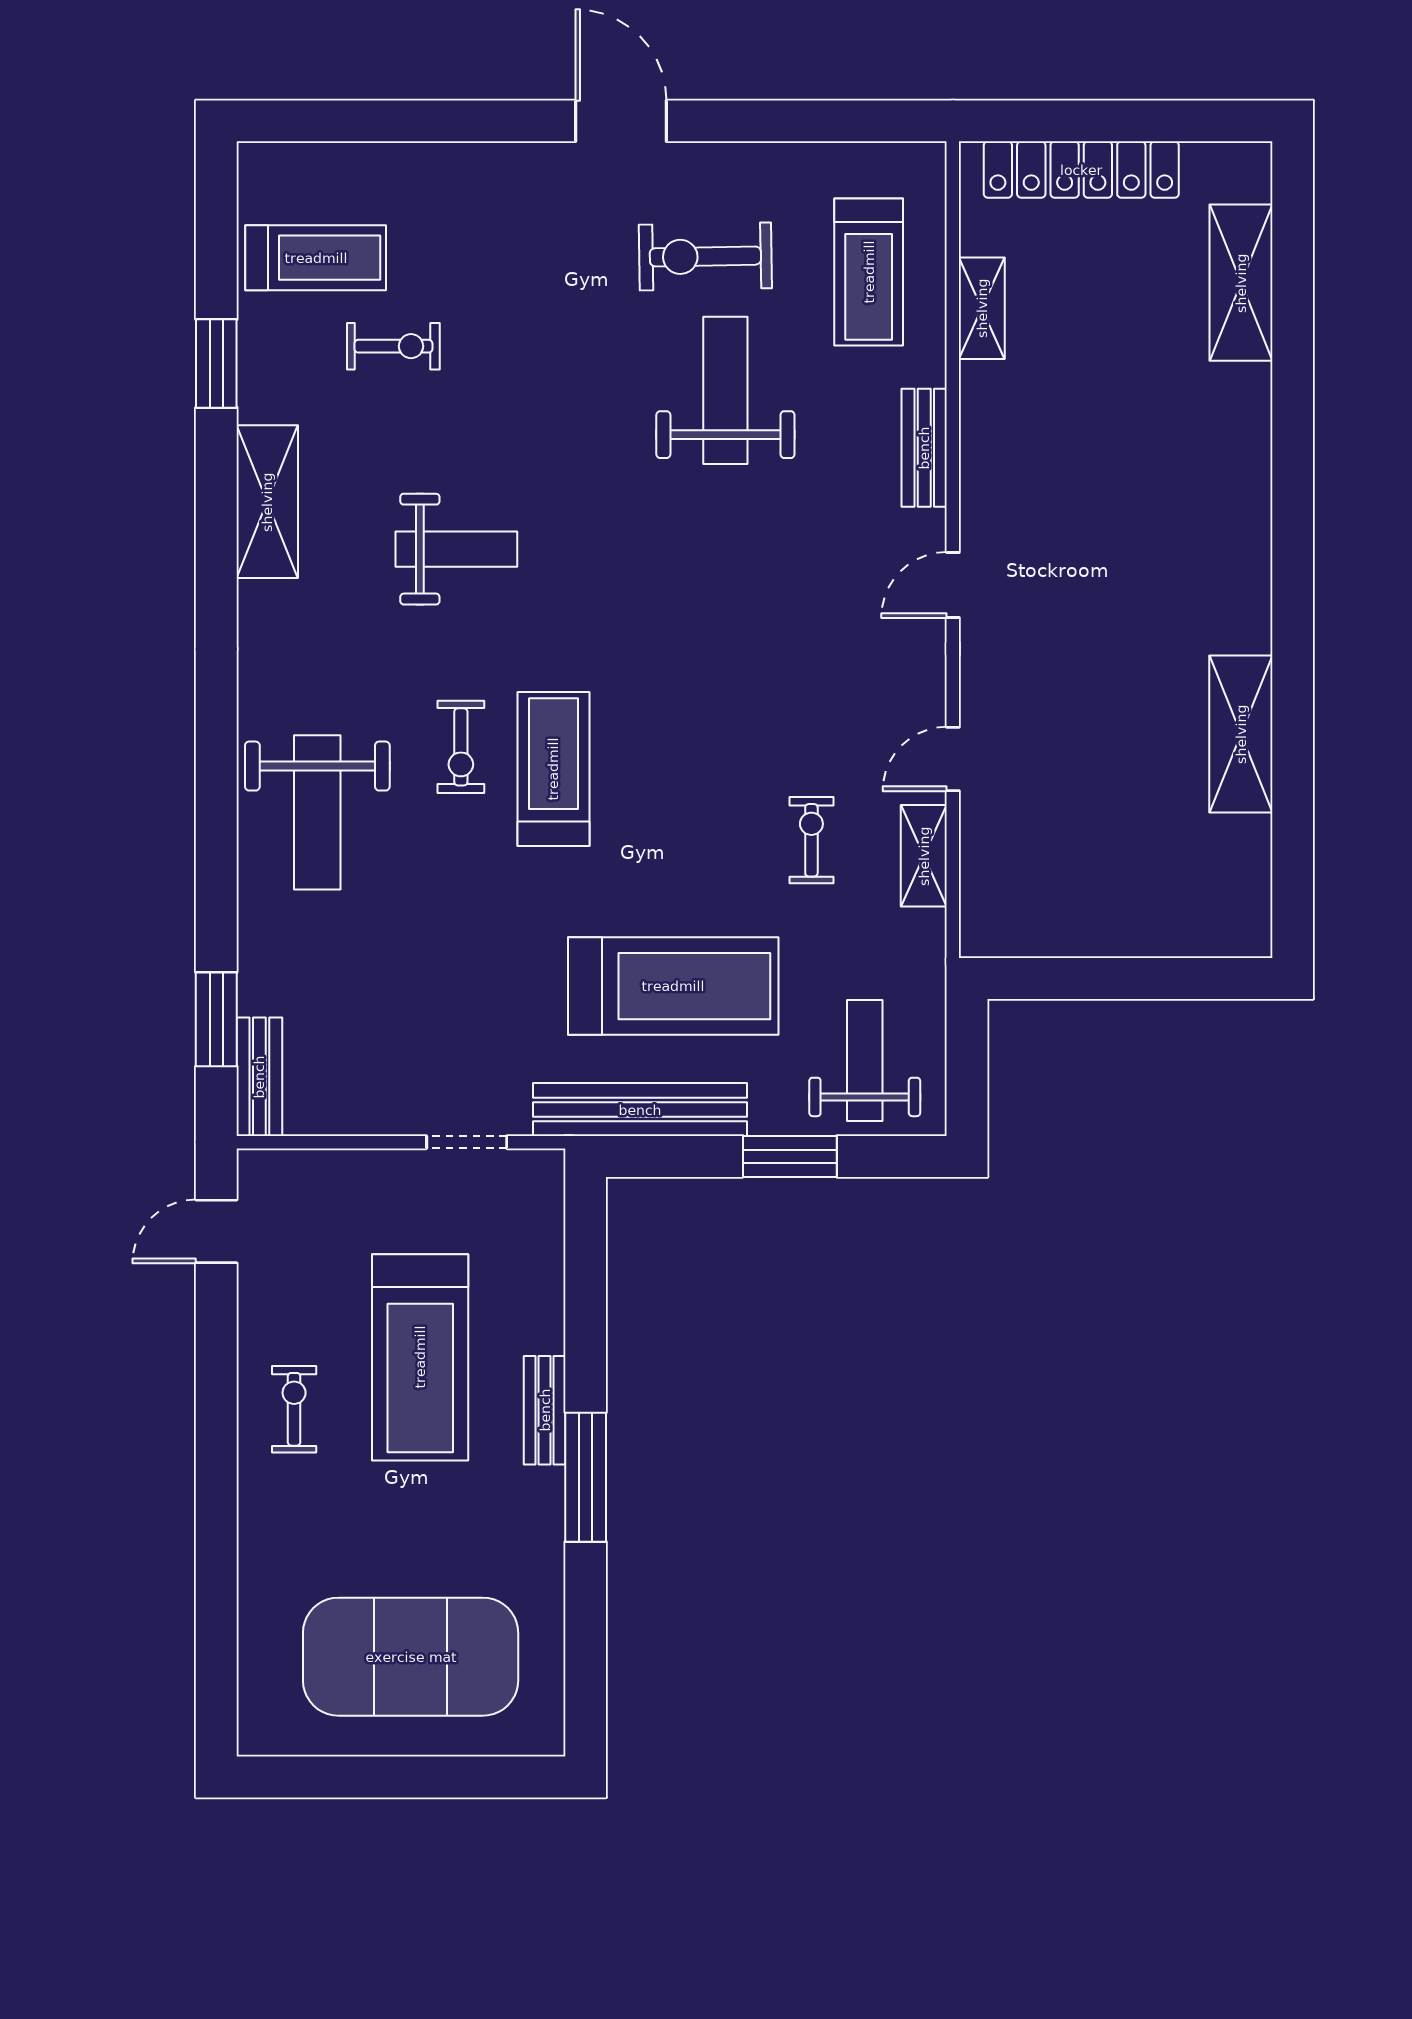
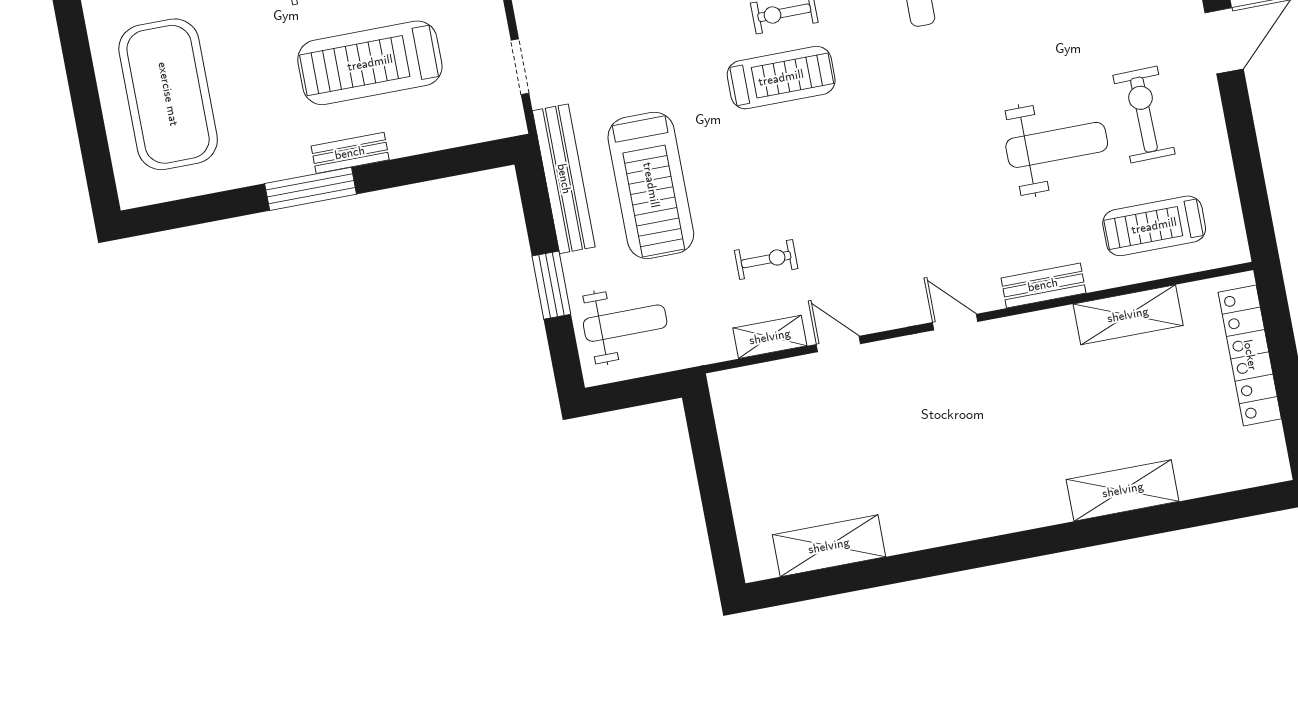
shelving: (1241, 283) -> (1123, 490), moved
shelving: (982, 308) -> (1128, 315), width x1.50, depth x1.33
shelving: (1241, 734) -> (829, 546), moved

